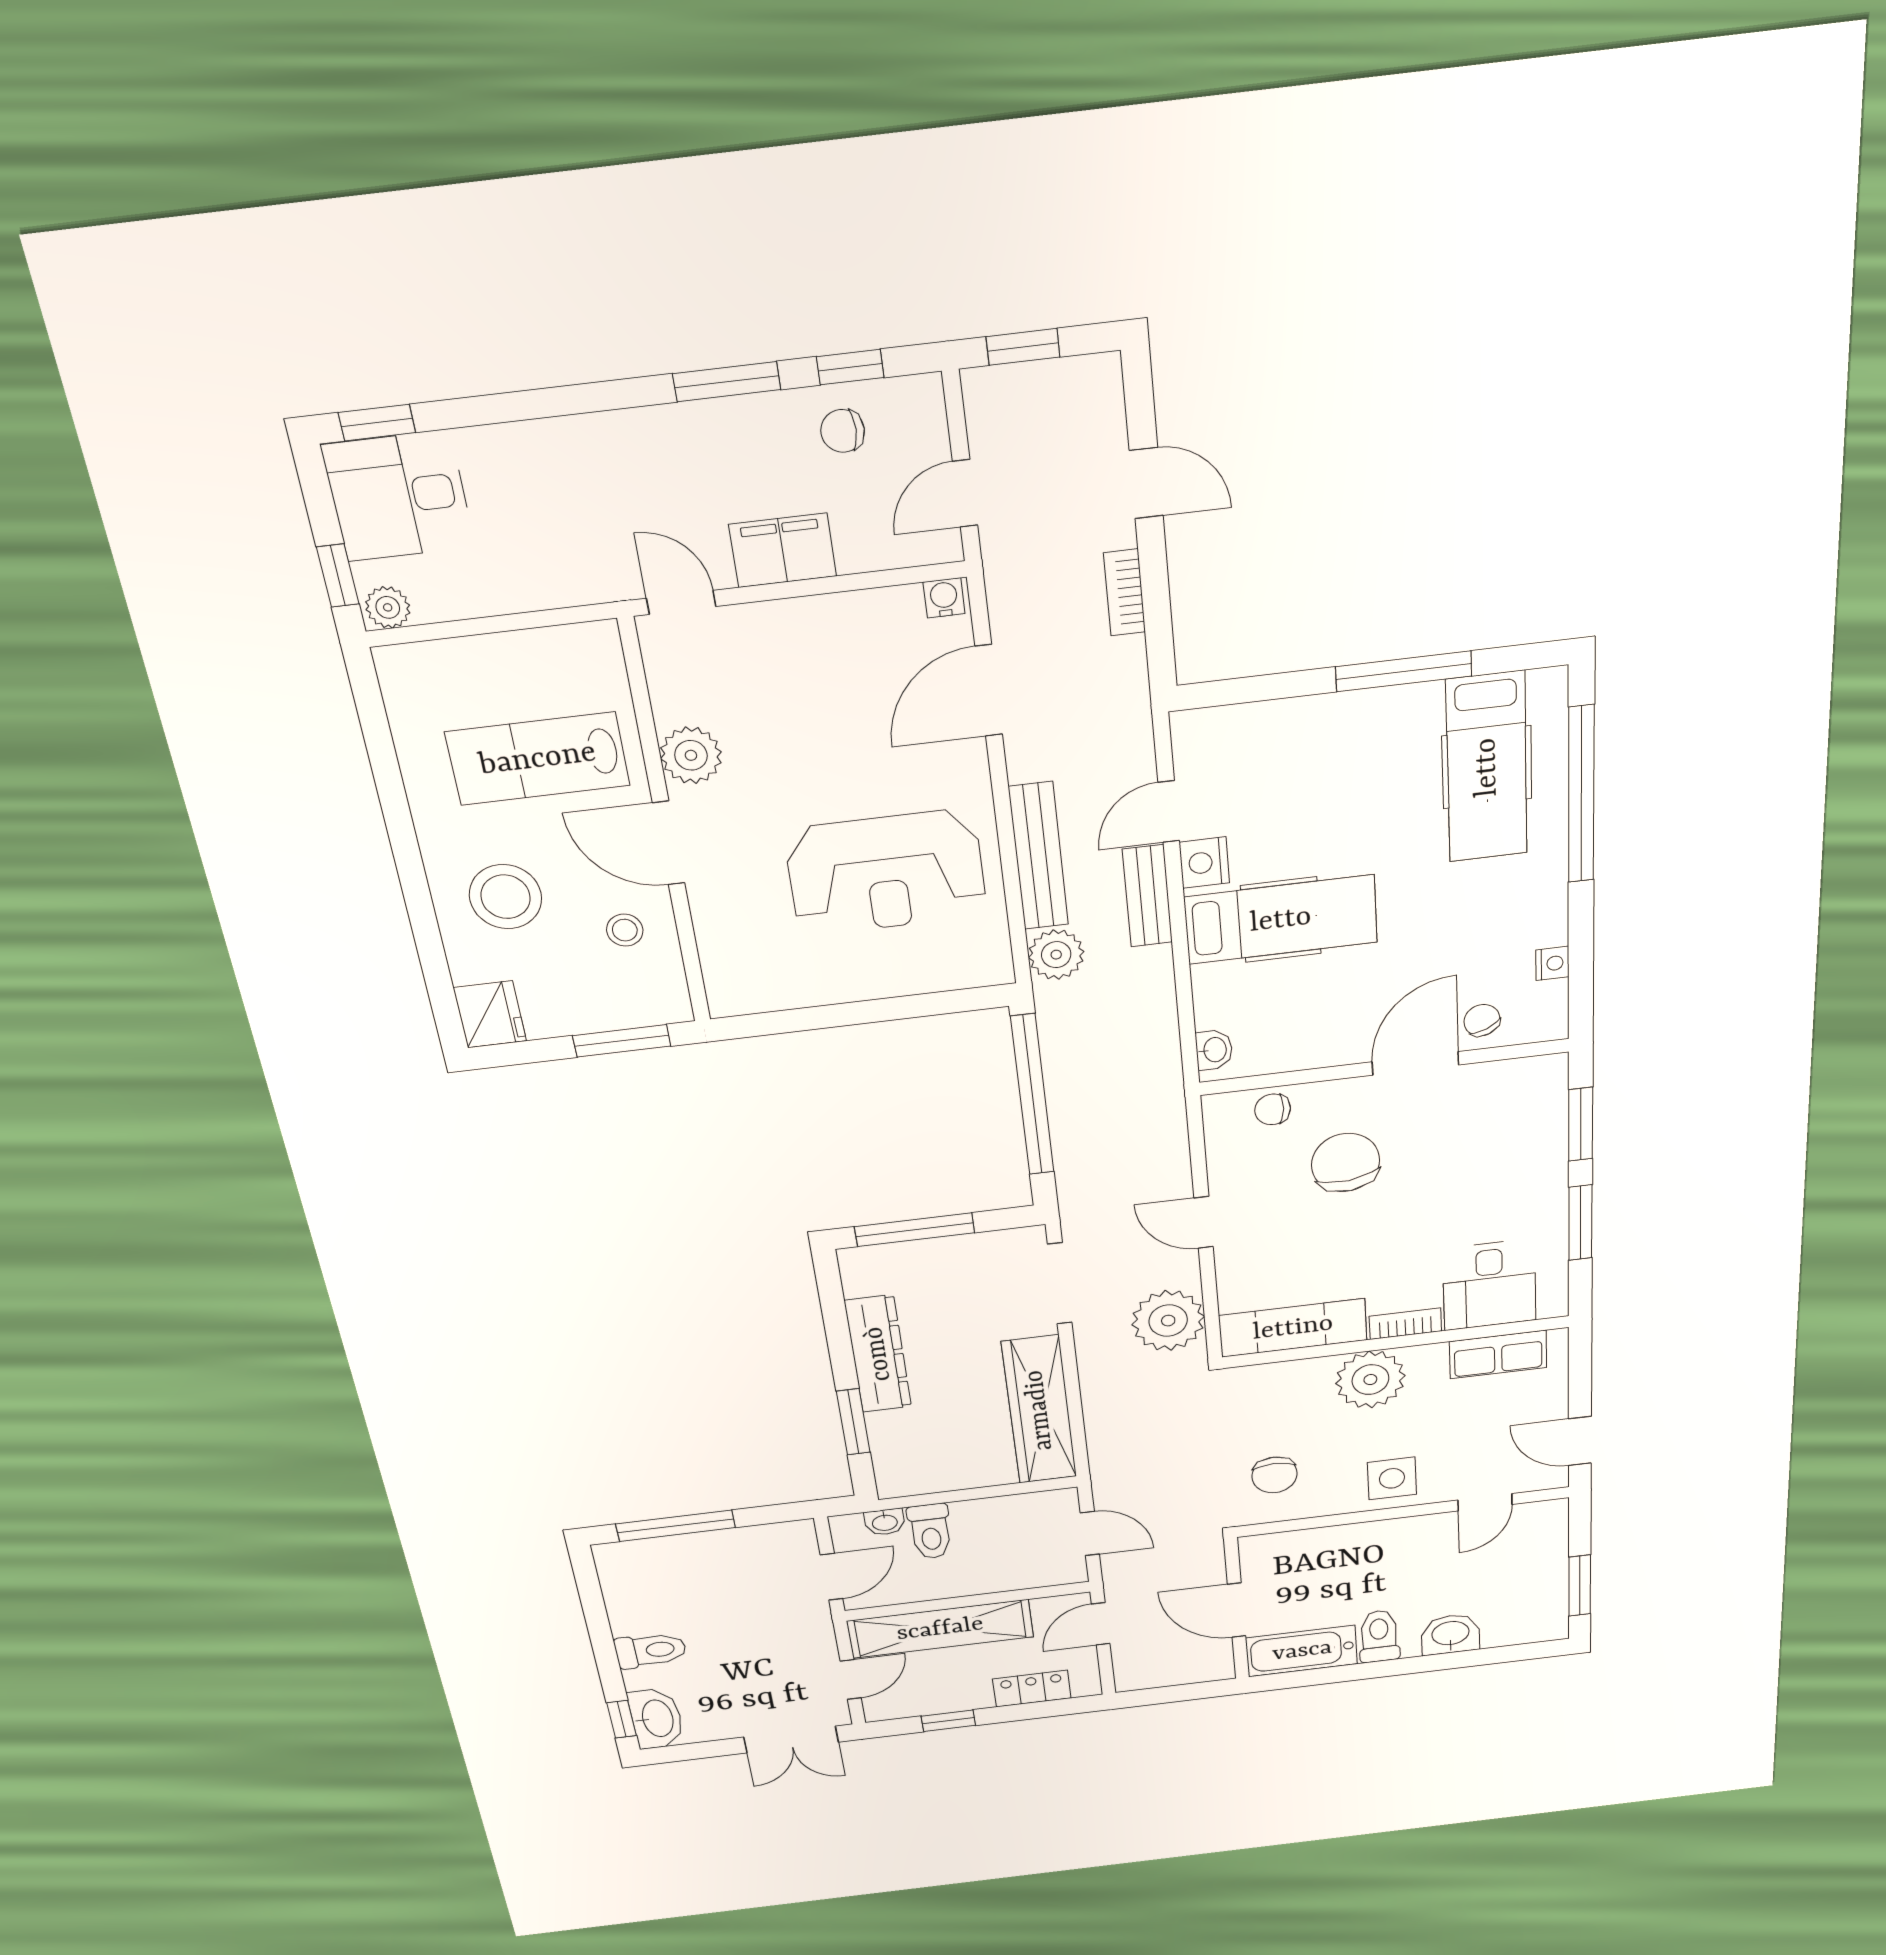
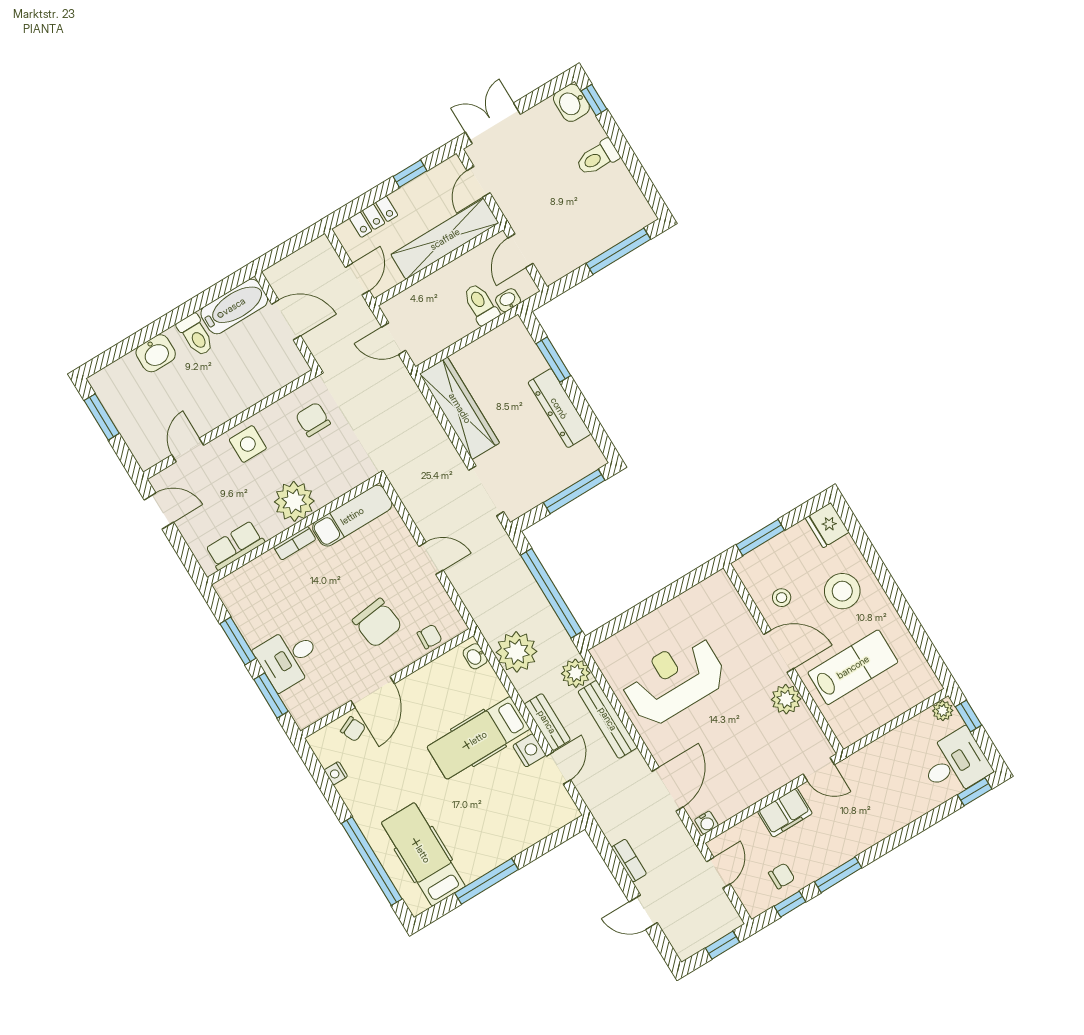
desk: (1489, 1285) -> (288, 658), moved, turned -90
plant: (1168, 1321) -> (516, 652), moved
washbasin: (656, 1719) -> (571, 103), width x0.72

